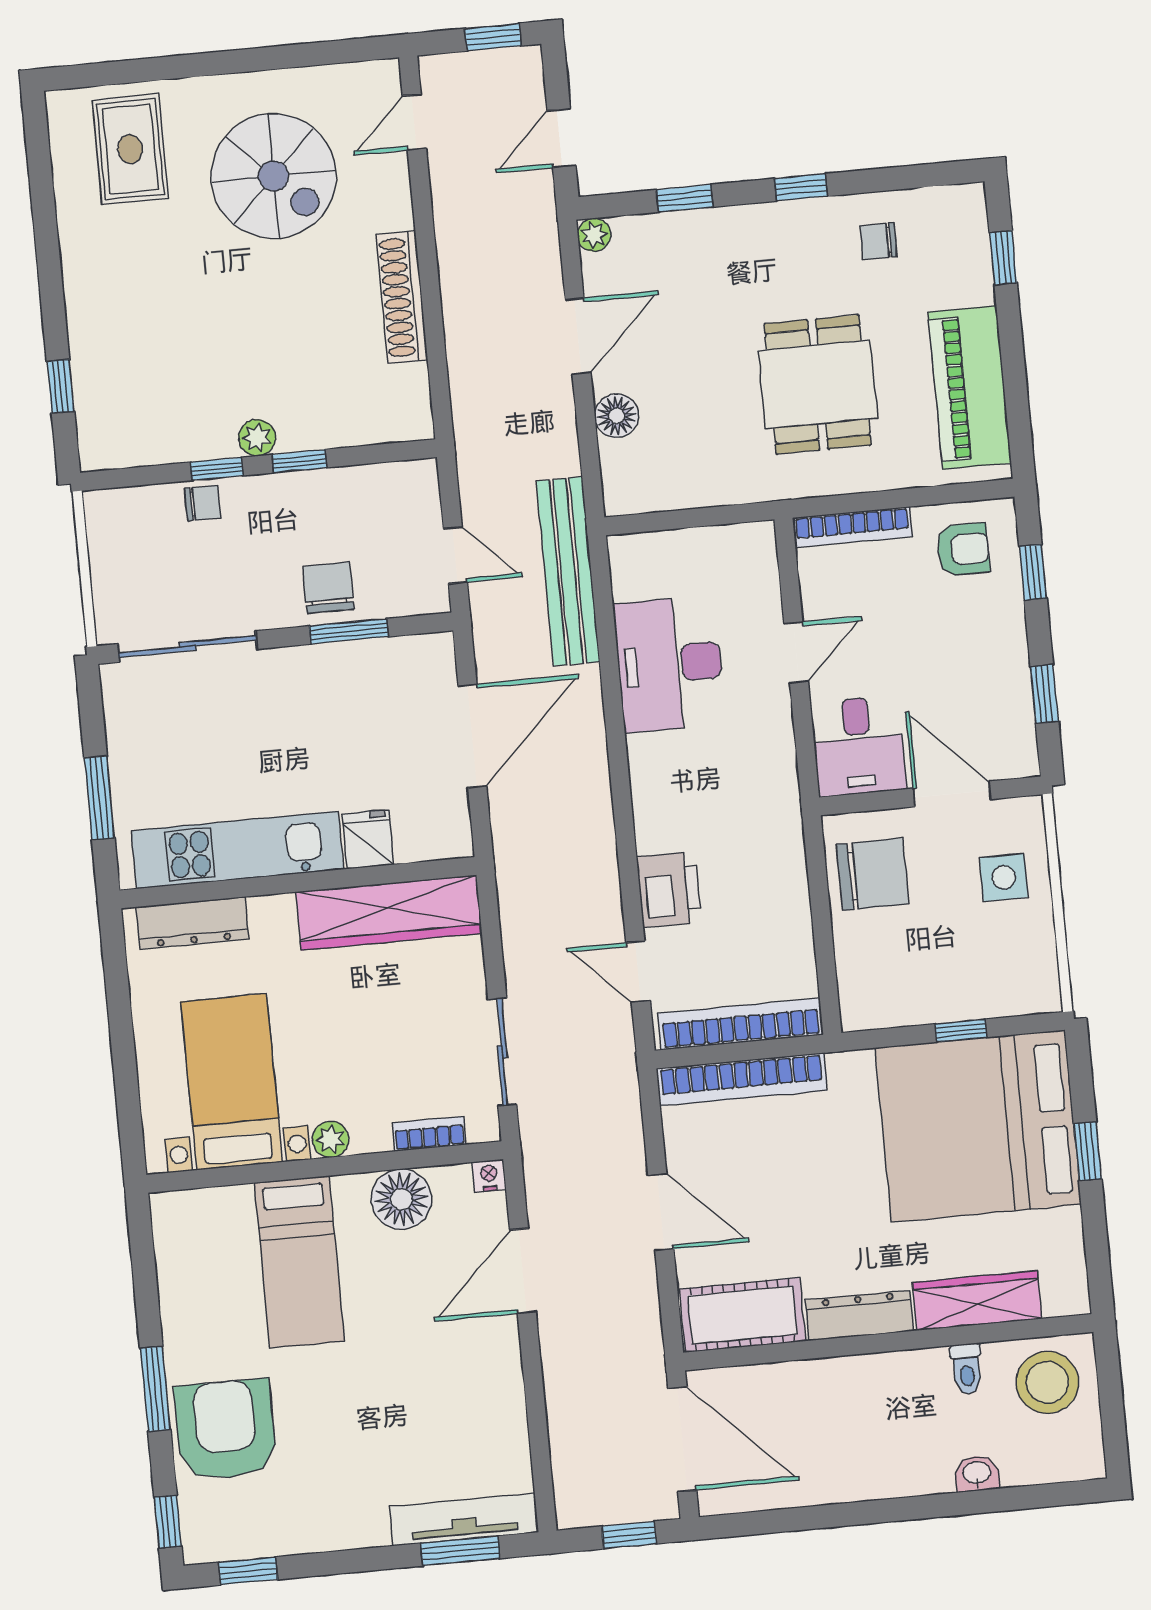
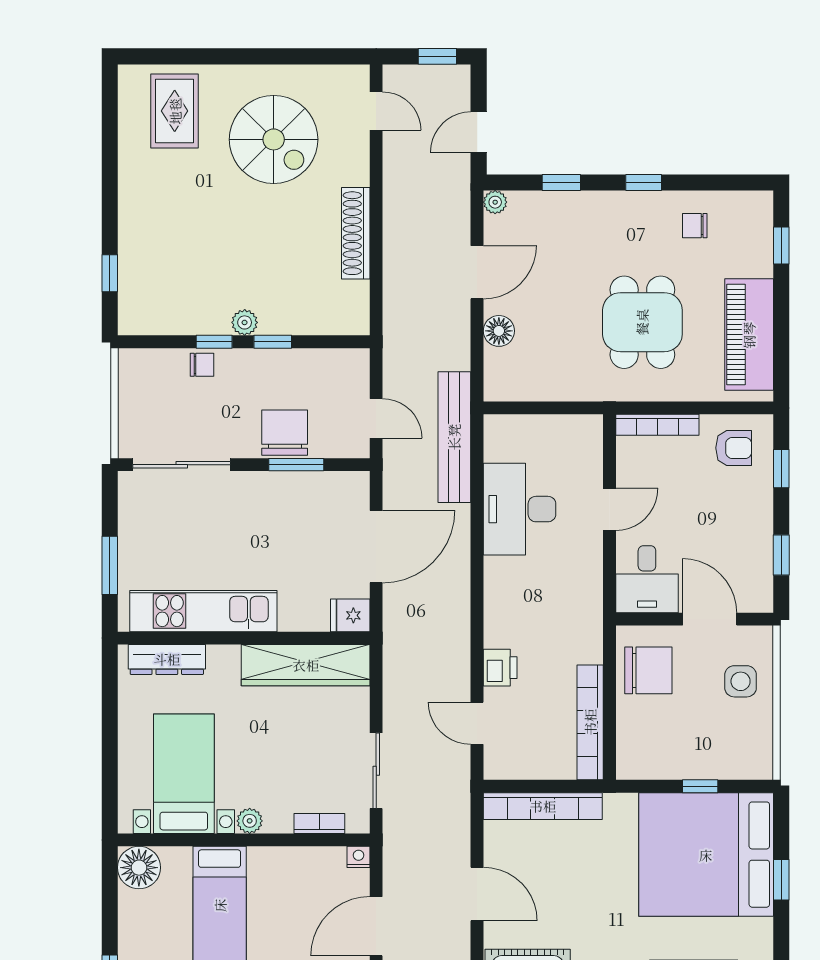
door: (414, 122) -> (376, 111), swing flipped
chair: (328, 588) -> (285, 433), width x1.37, depth x1.37
fridge: (368, 839) -> (350, 615), moved, turned -90
printer: (669, 889) -> (500, 668), width x0.73, depth x0.81
bookcase: (740, 1024) -> (590, 722), moved, turned -90
floor lamp: (401, 1199) -> (139, 868), moved

